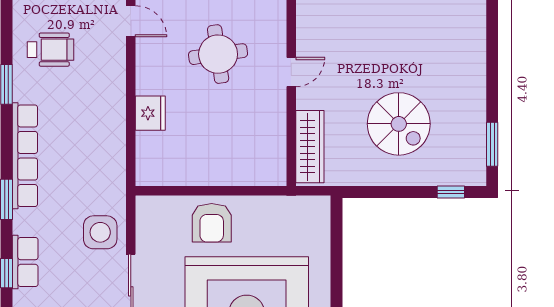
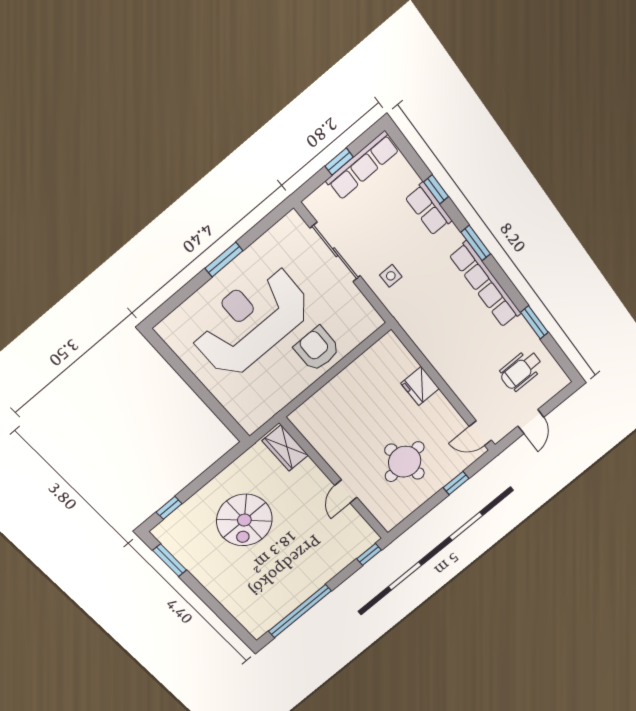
spiral stairs: (399, 124) -> (244, 520), turned -90
wardrobe: (310, 147) -> (285, 448), width x0.67
side table: (100, 232) -> (391, 276), width x0.54, depth x0.54

